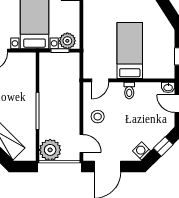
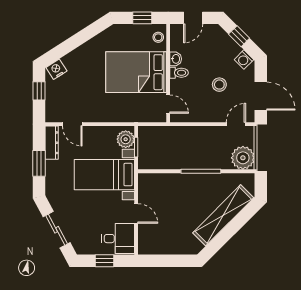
bed: (130, 51) -> (136, 72), width x1.50
stool: (162, 71) -> (158, 37), added
washbasin: (168, 87) -> (176, 59), moved
stool: (98, 117) -> (219, 85), moved

